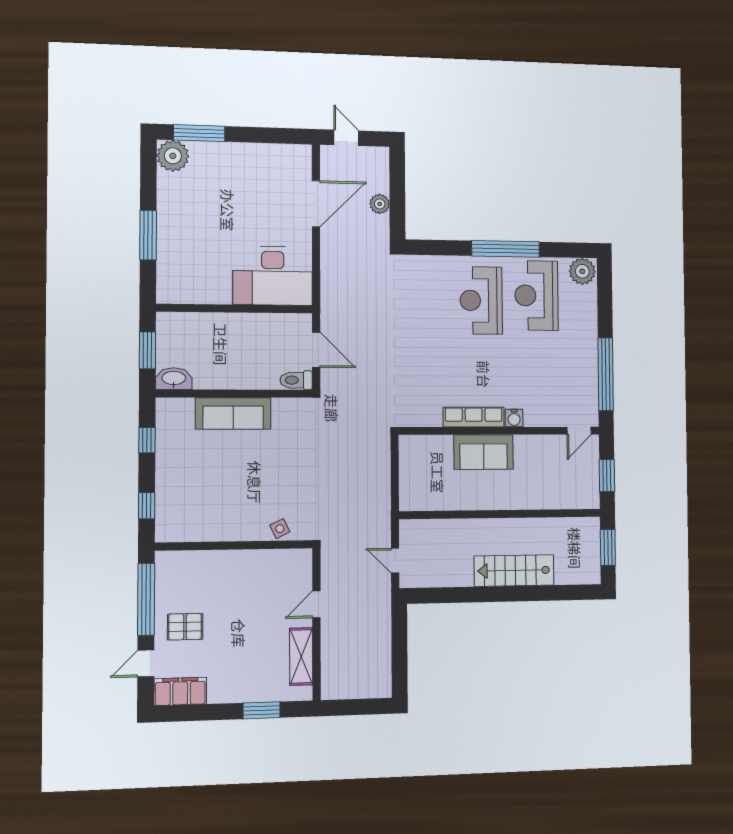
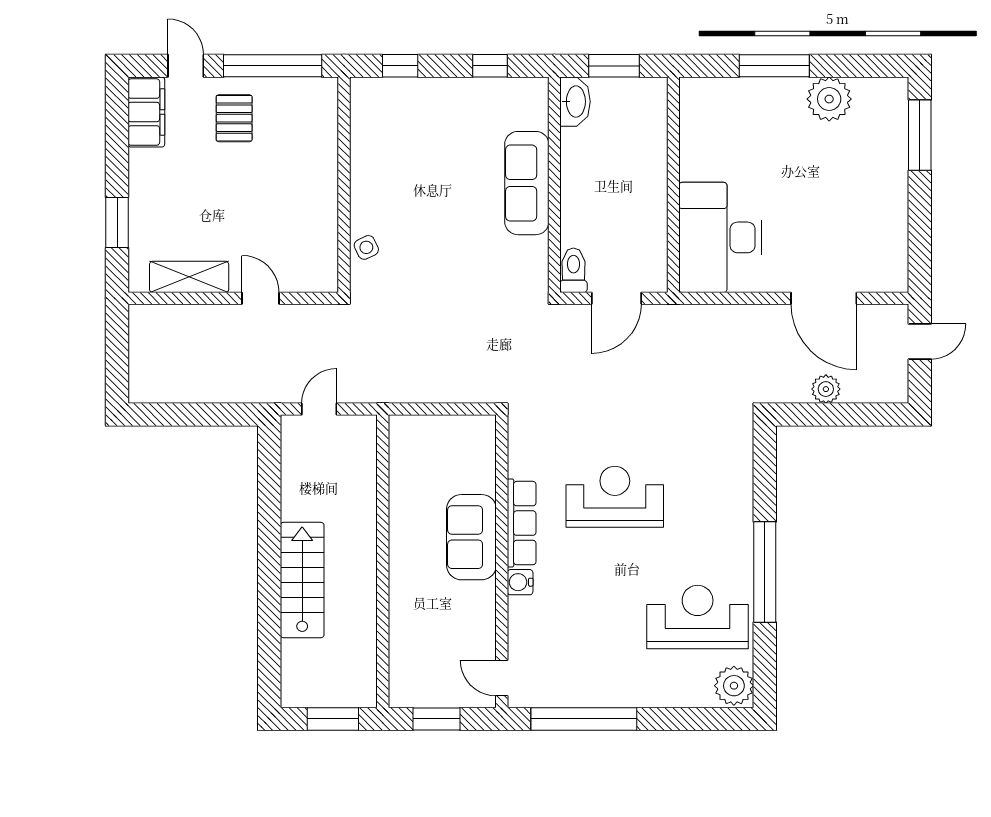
plant: (173, 156) -> (829, 99), moved
reception desk: (481, 300) -> (615, 497), moved

